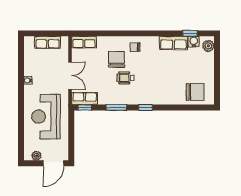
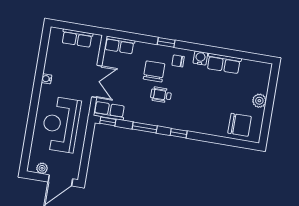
window: (190, 33) -> (166, 42), moved
water cooler: (194, 42) -> (200, 58), moved
plant: (208, 46) -> (259, 101), moved

